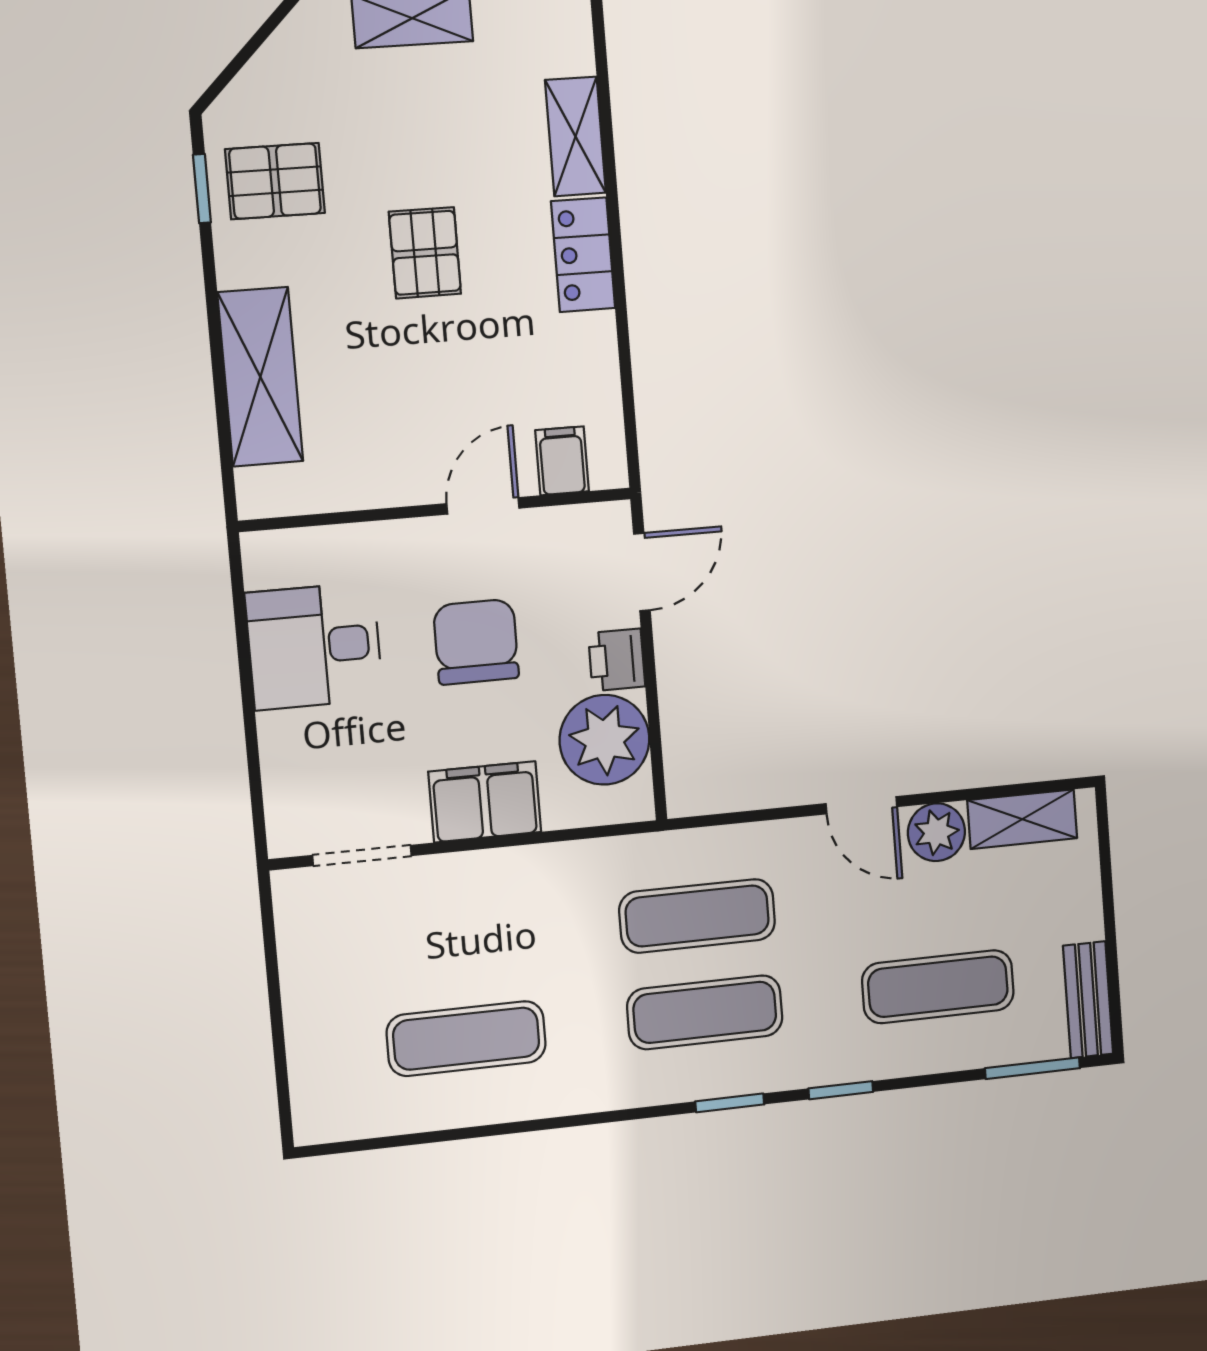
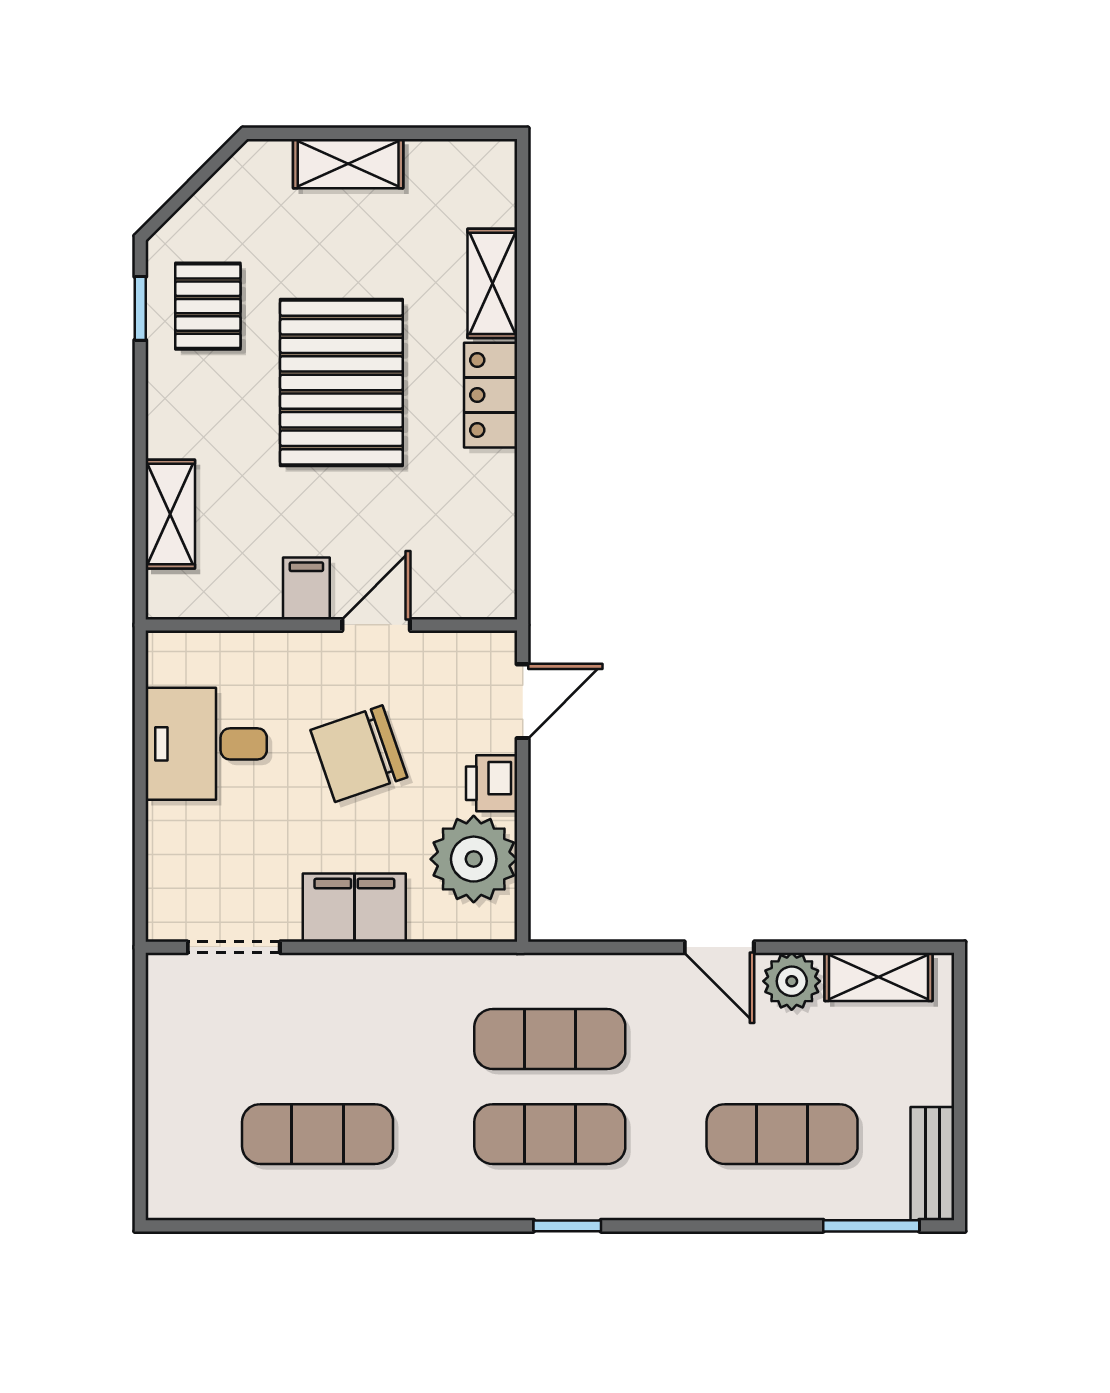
pallet: (275, 181) -> (208, 306), turned 90
pallet: (425, 253) -> (341, 383), width x2.05, depth x2.00
shelving: (260, 377) -> (170, 514), width x0.67, depth x0.75
filing cabinet: (562, 461) -> (306, 588), moved
chair: (476, 642) -> (359, 754), turned -109
window: (841, 1090) -> (678, 1226), removed

